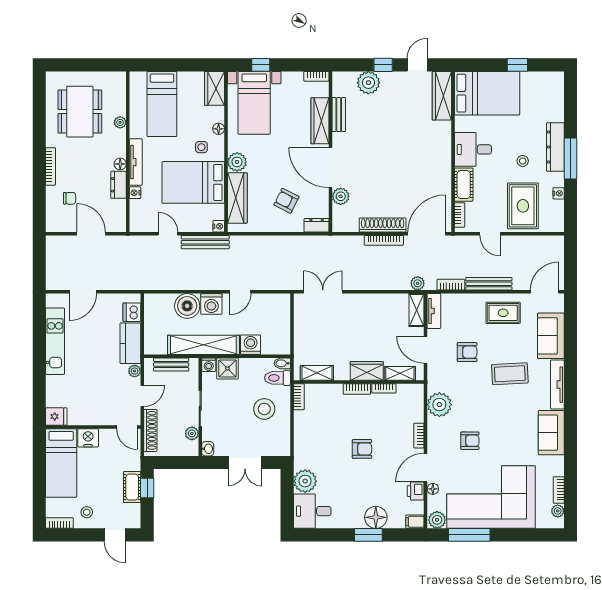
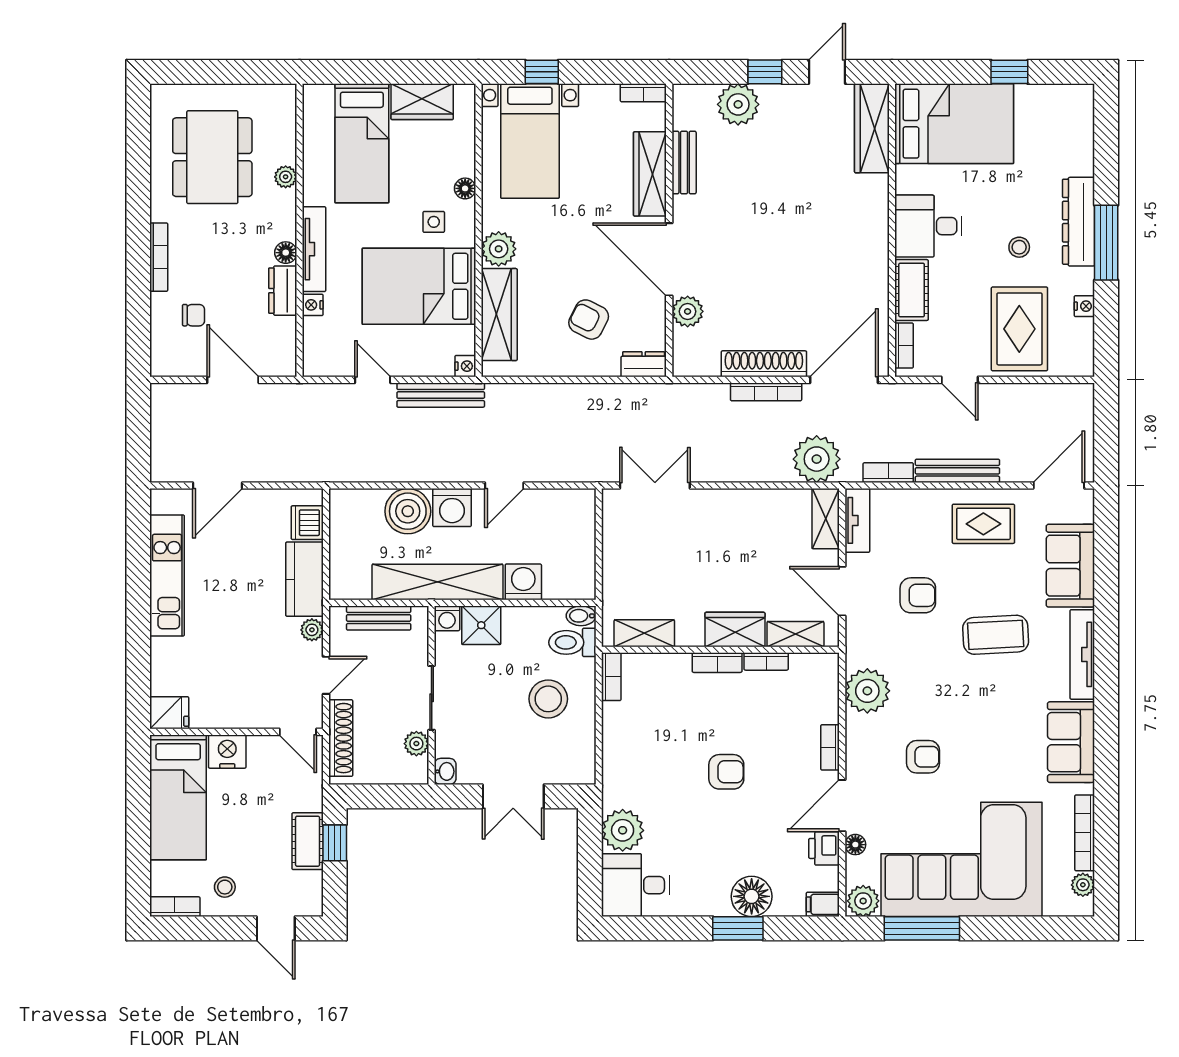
wardrobe: (214, 88) -> (422, 102), moved, turned -90
plant: (418, 283) -> (817, 459), width x1.88, depth x1.88
bookcase: (559, 490) -> (1085, 833), width x1.56

